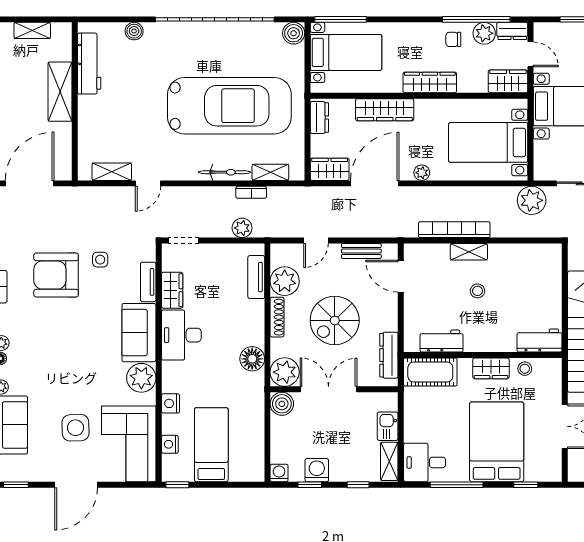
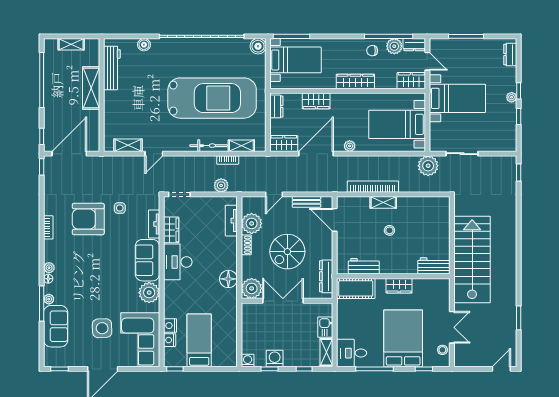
wardrobe: (385, 110) -> (316, 101), width x0.67
shoe rack: (277, 317) -> (246, 245), width x0.70
stool: (525, 369) -> (442, 350), moved
nightstand: (170, 403) -> (170, 326), moved
boiler: (282, 404) -> (250, 311), removed

